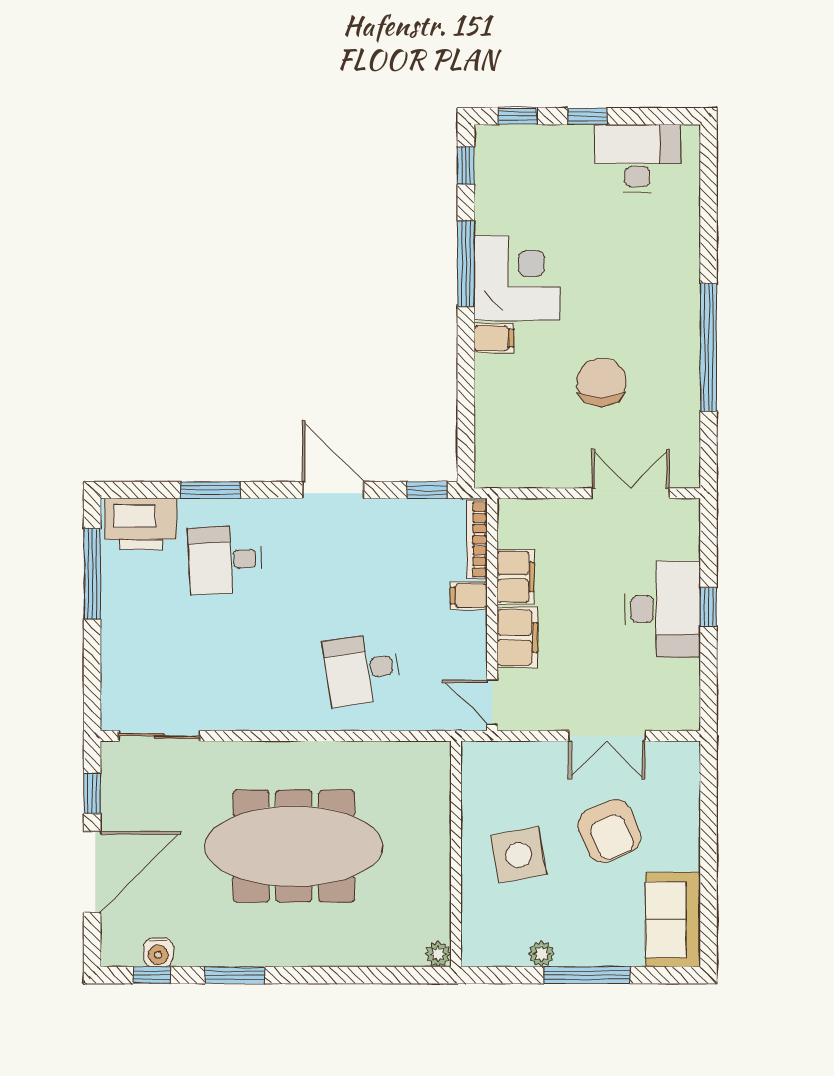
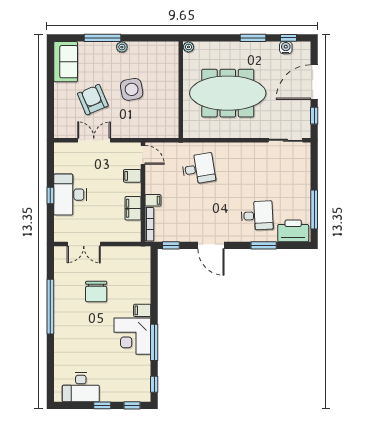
filing cabinet: (517, 638) -> (132, 176), width x0.50
wall: (456, 854) -> (181, 90), moved
plant: (438, 954) -> (188, 47), moved

